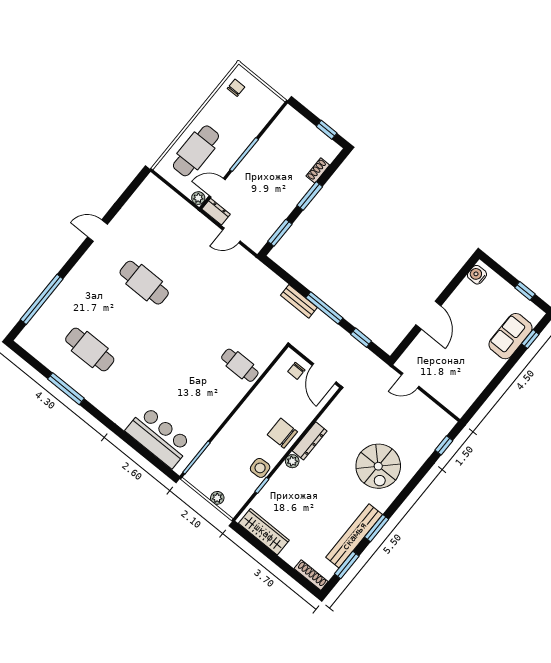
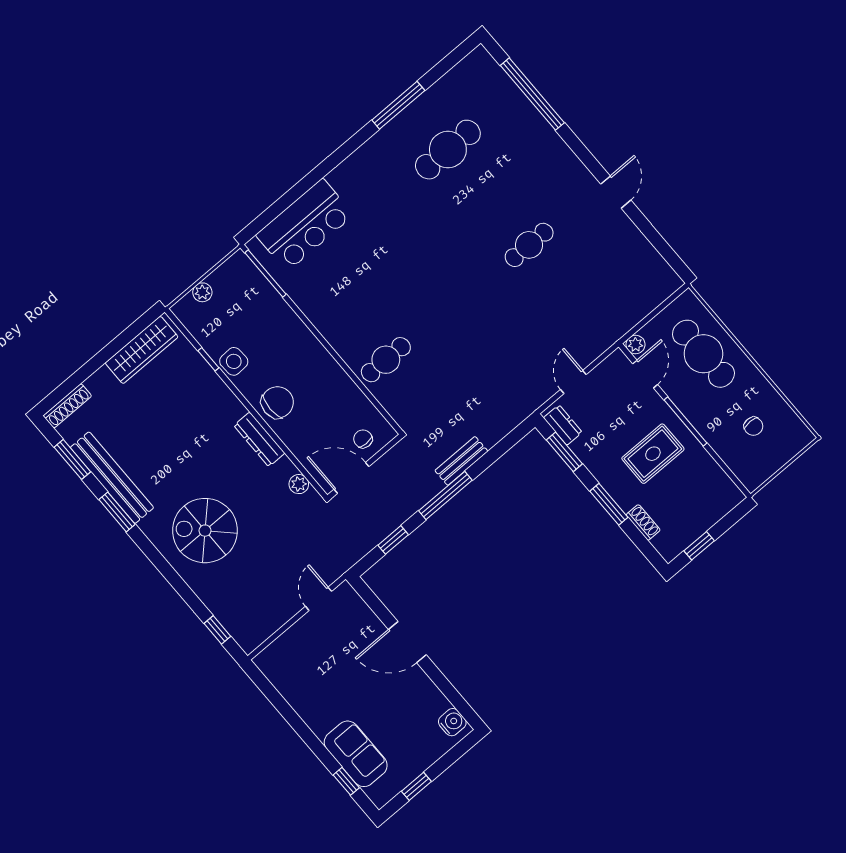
chair: (236, 88) -> (753, 426), moved
rug: (270, 173) -> (653, 454), added
dresser: (216, 212) -> (563, 425), moved, turned -90
cafe table: (144, 283) -> (529, 245), width x0.73, depth x0.74
plant: (292, 461) -> (299, 484), moved

